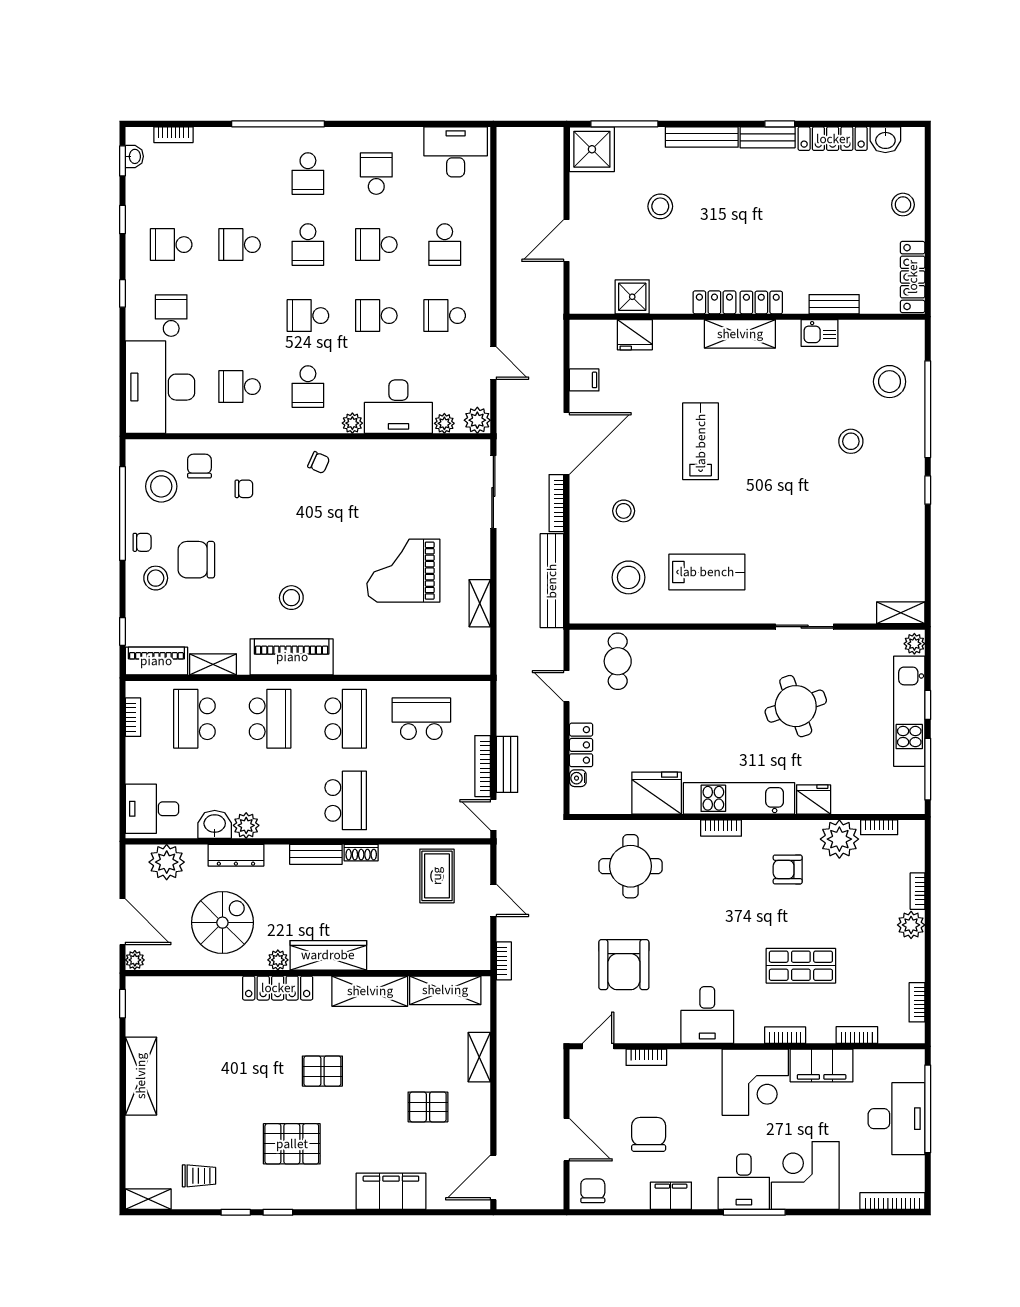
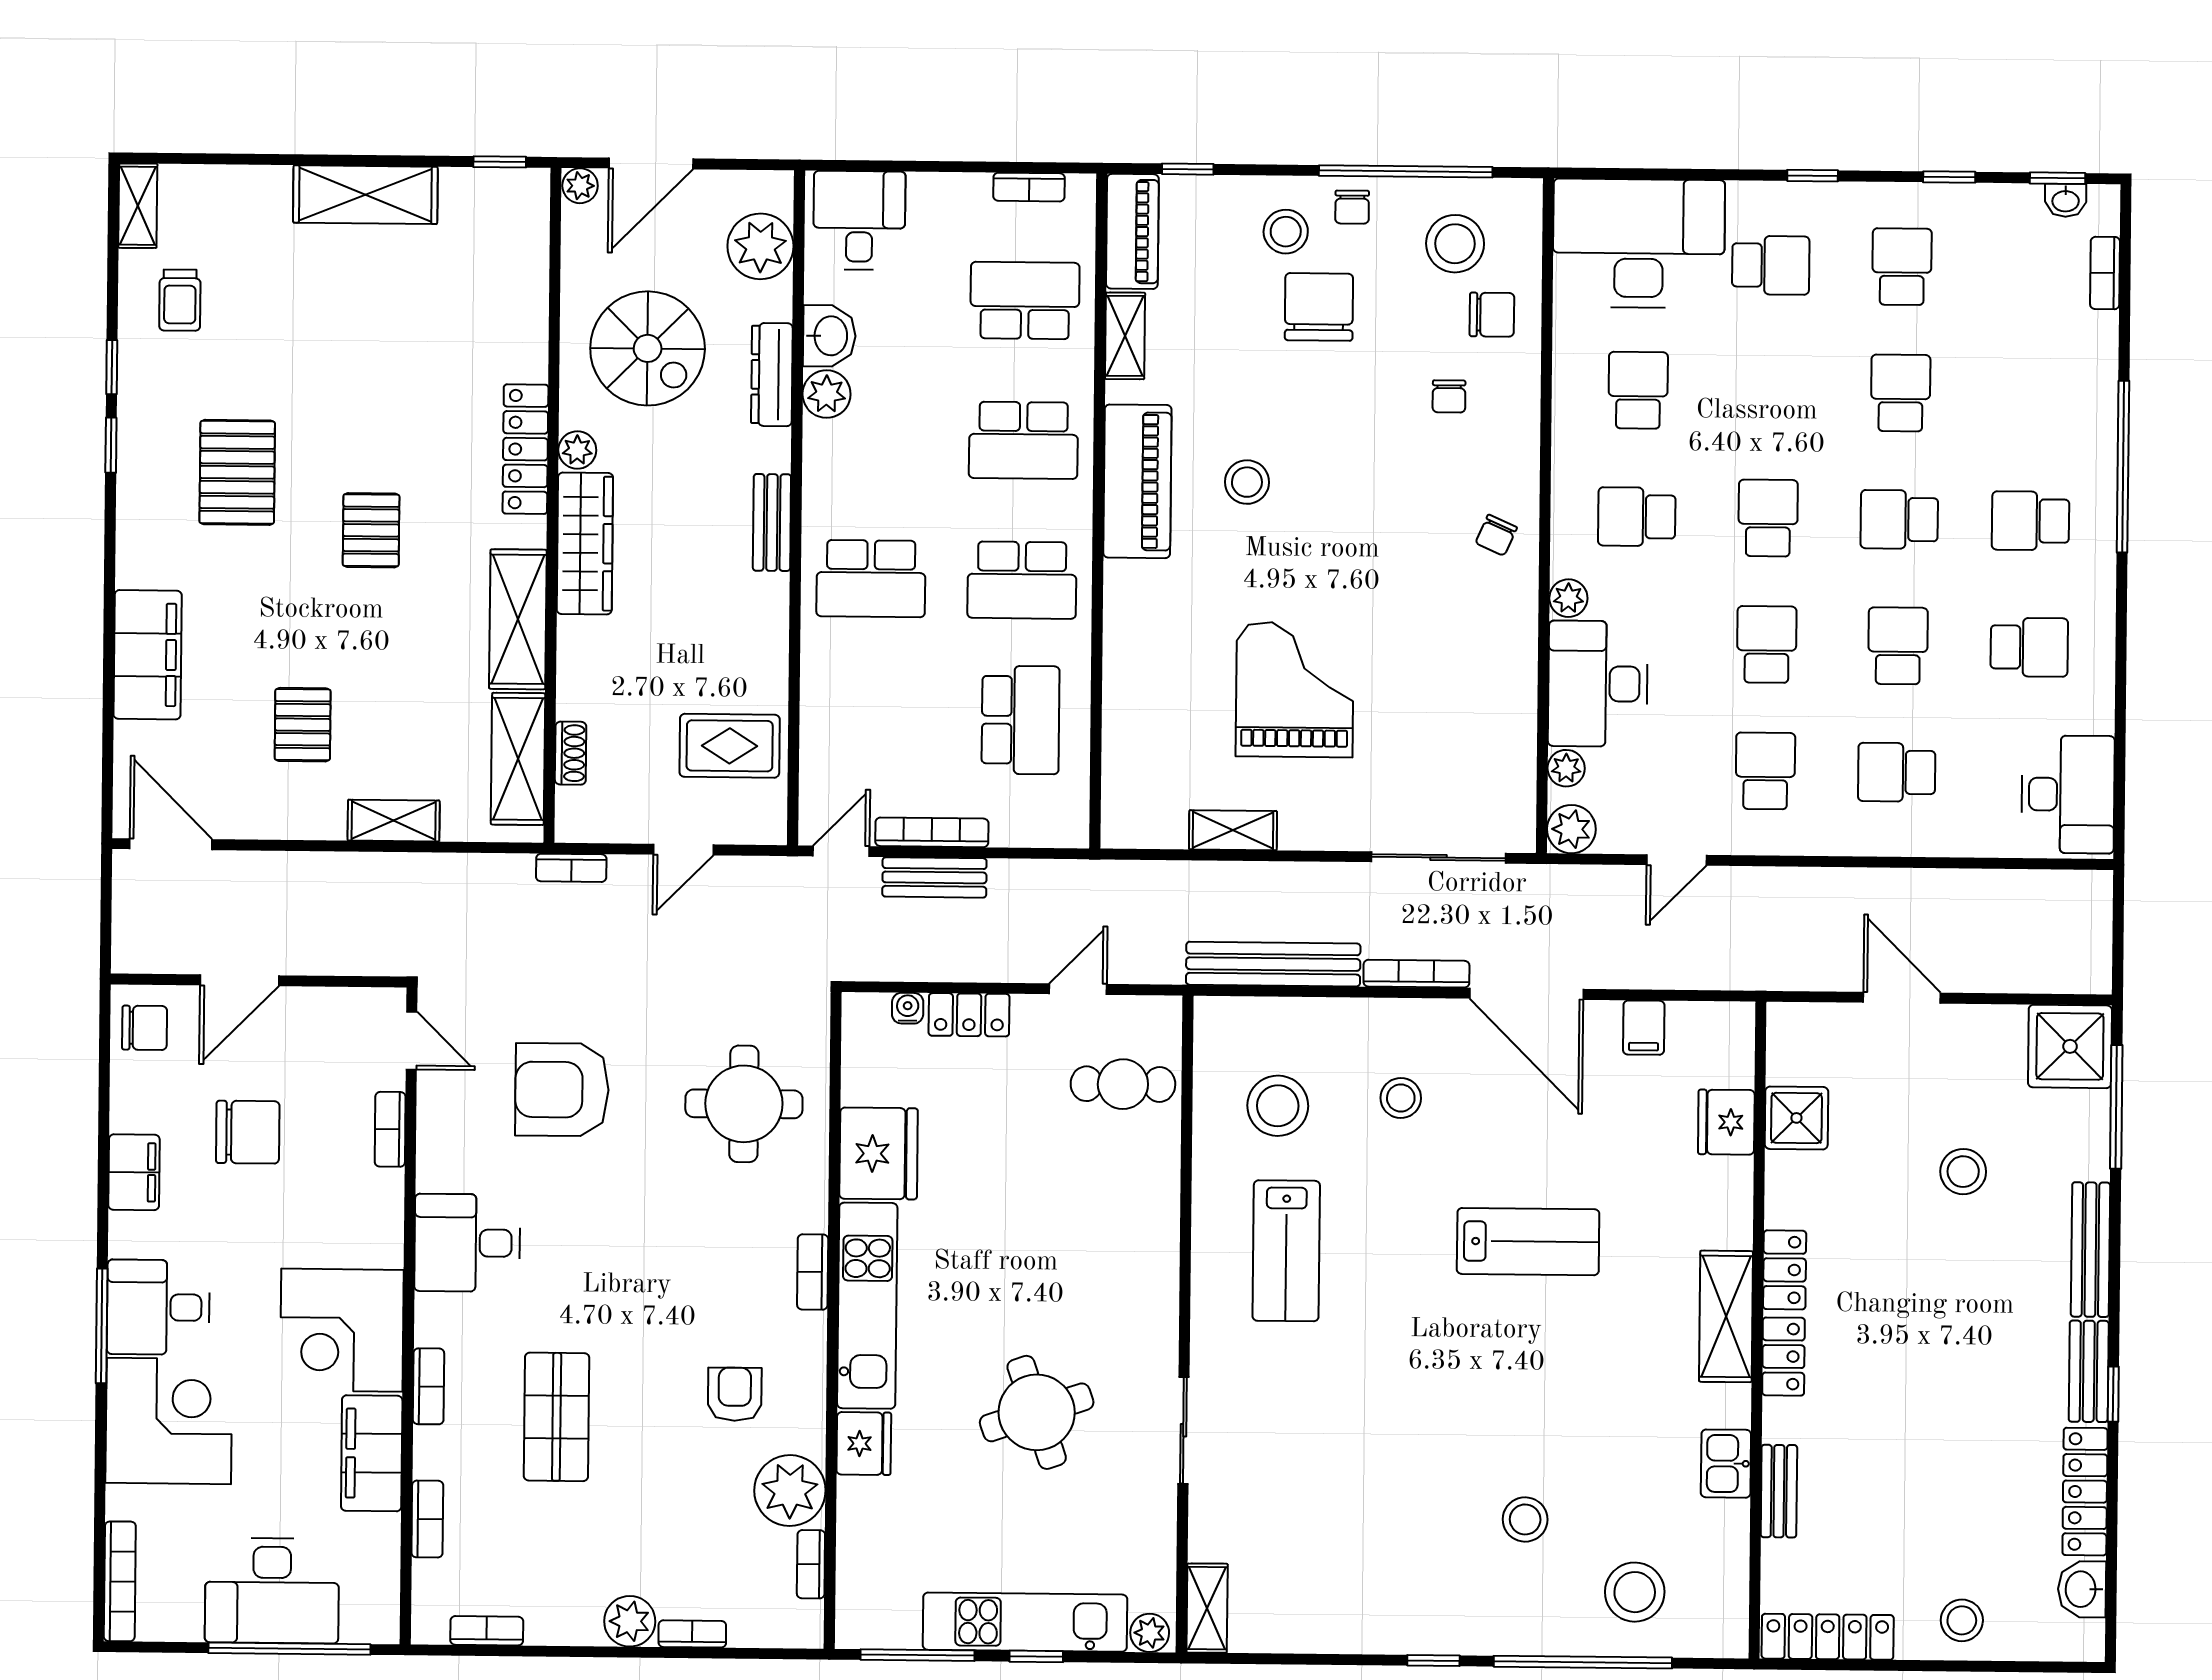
shoe rack: (361, 853) -> (571, 753), moved, turned 180

